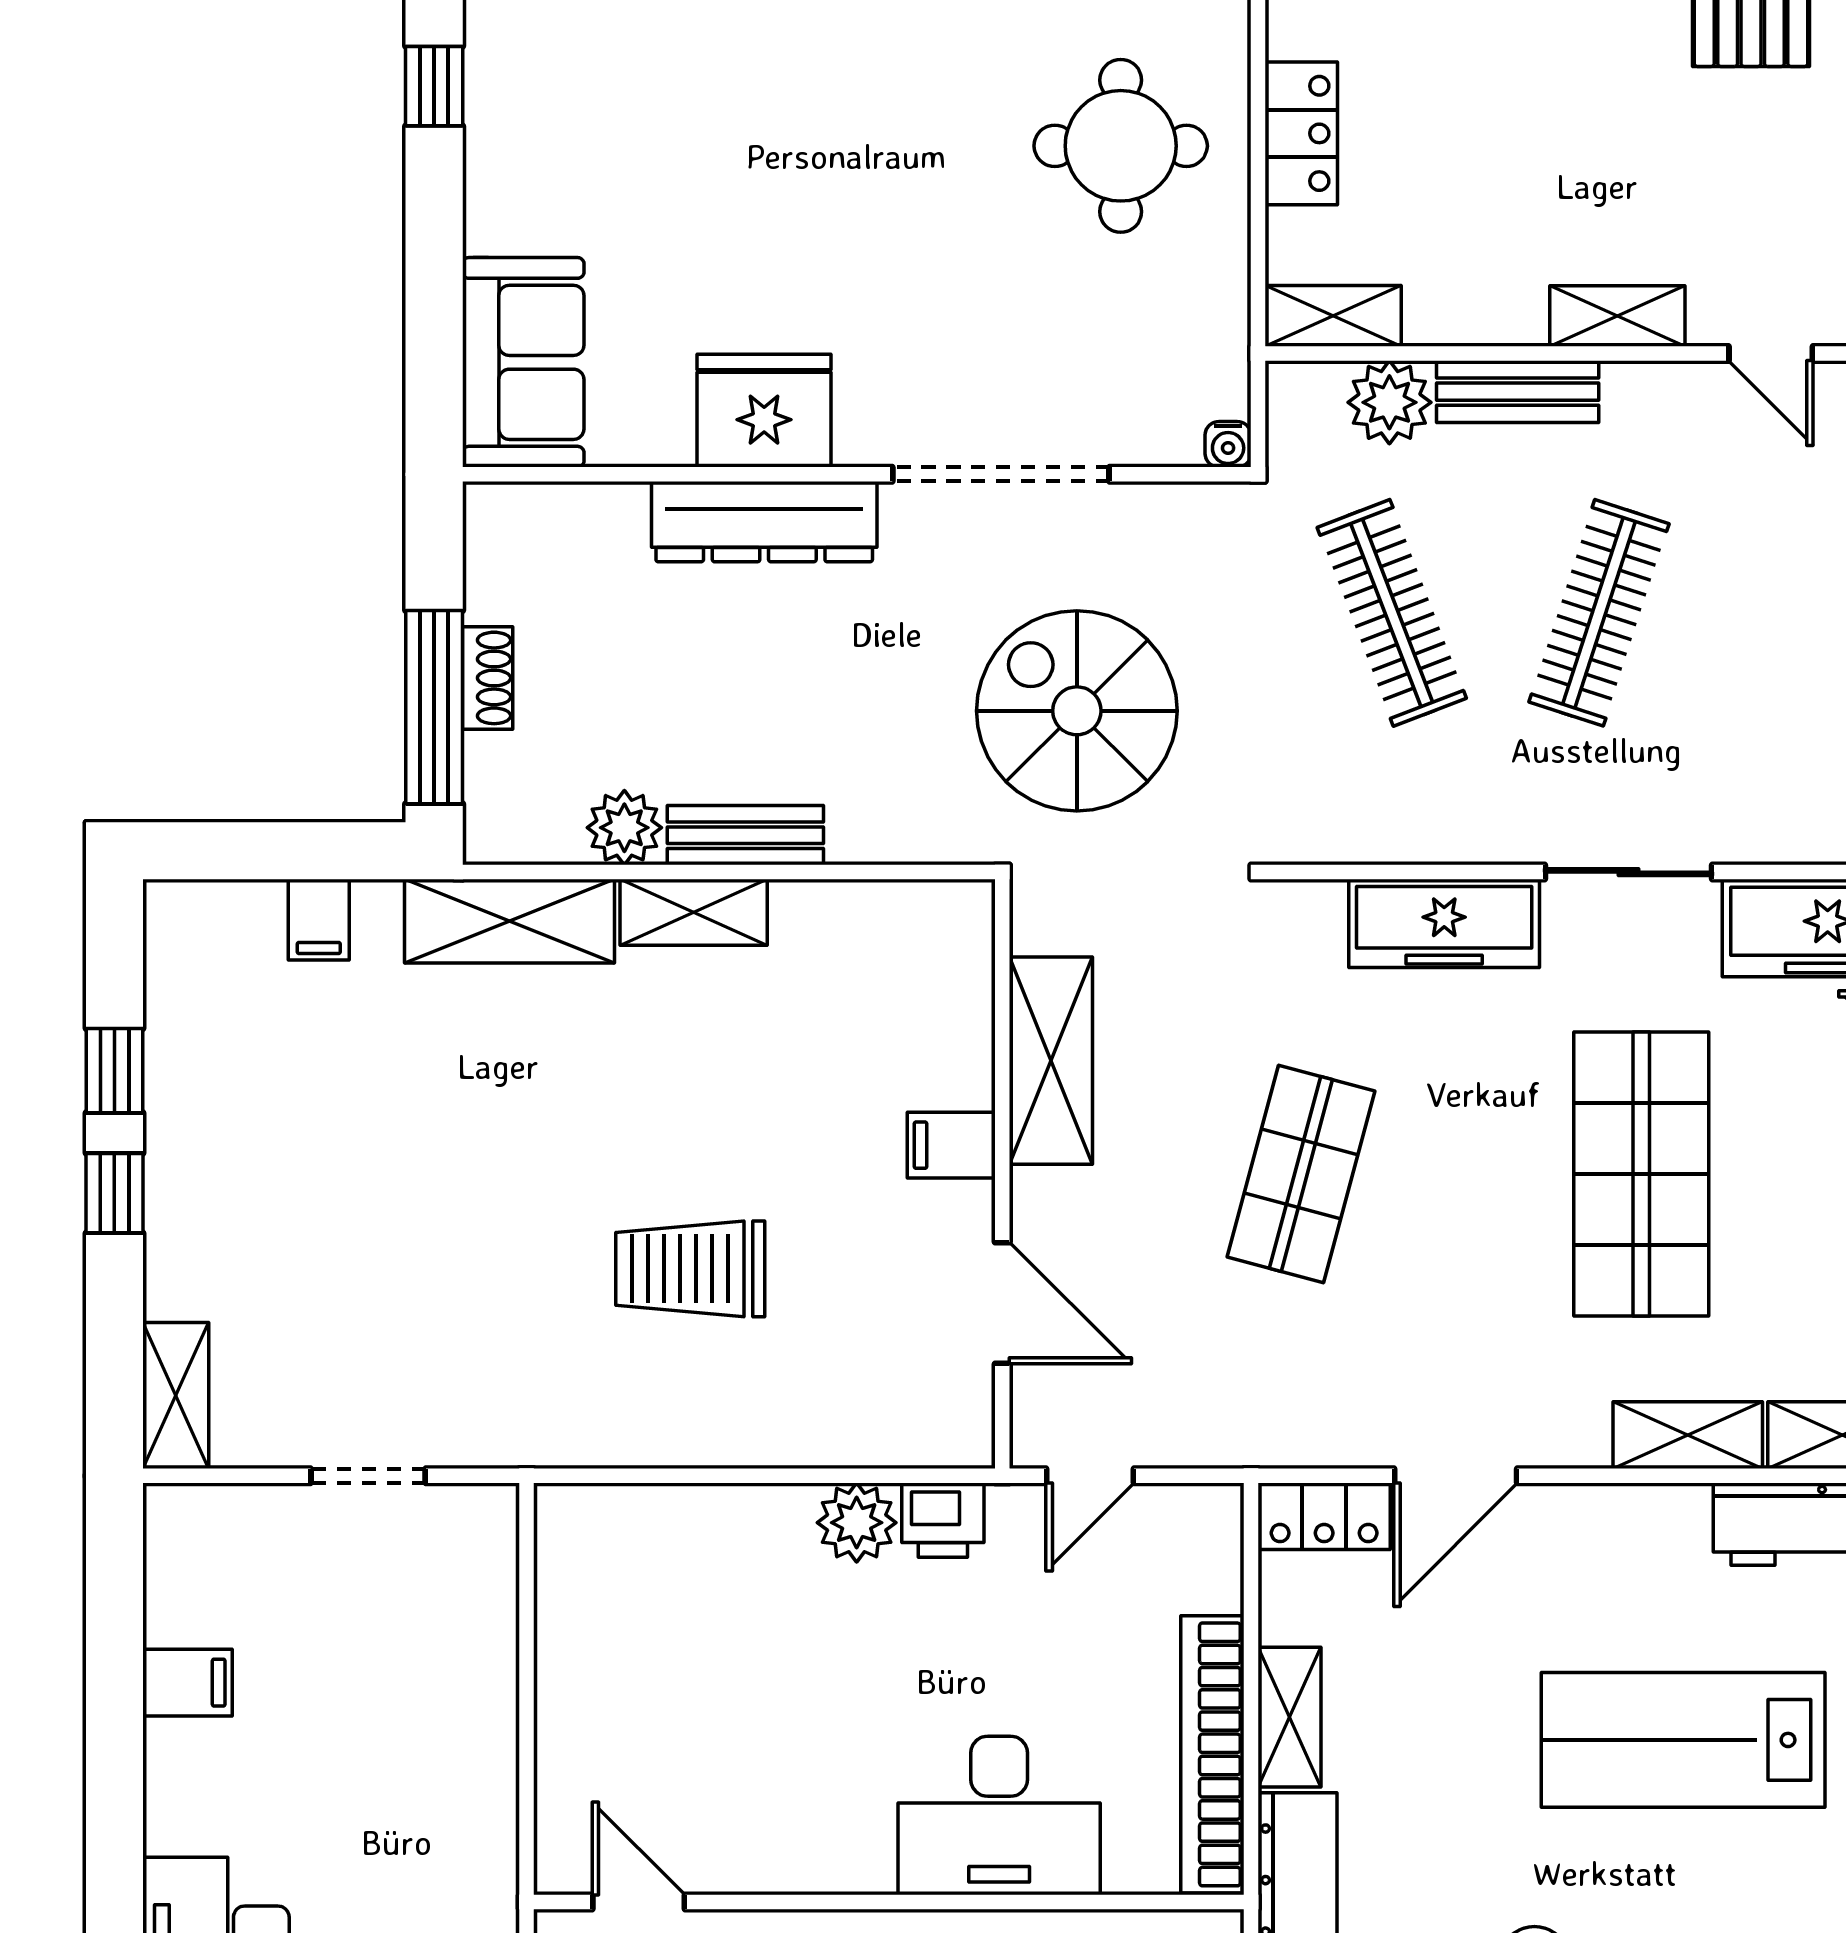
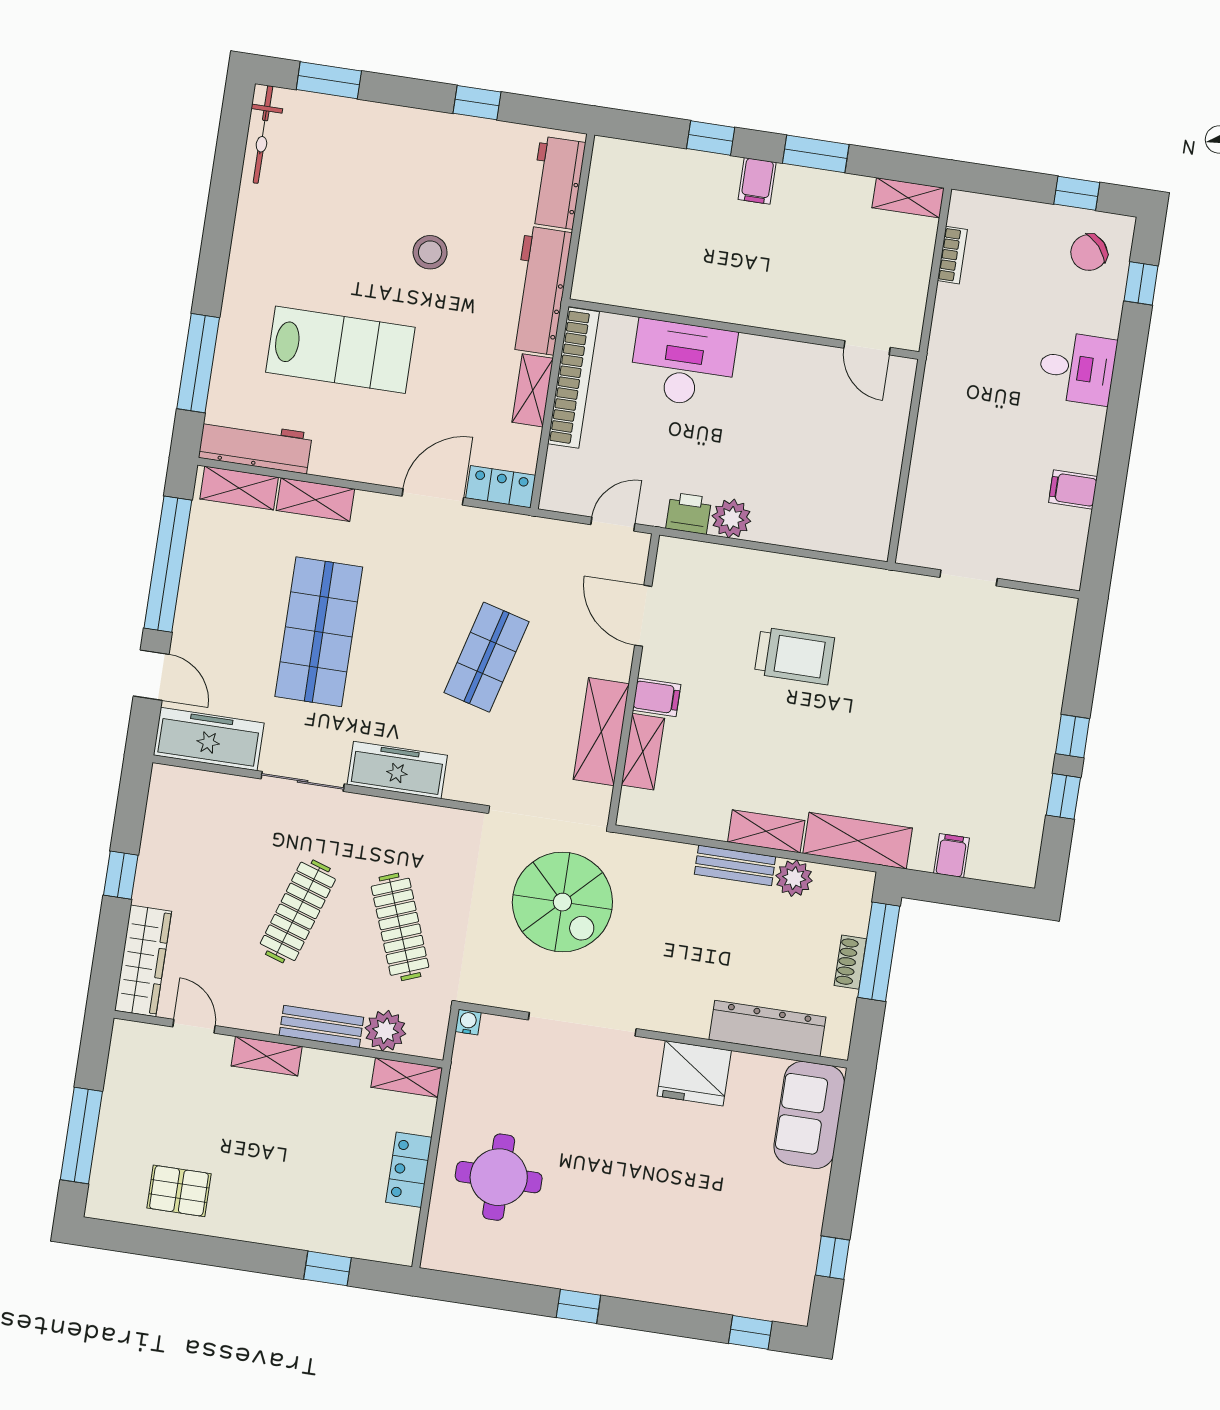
dresser: (764, 522) -> (767, 1028), moved
shelving: (176, 1396) -> (643, 752), moved

